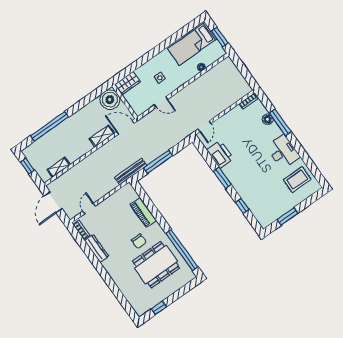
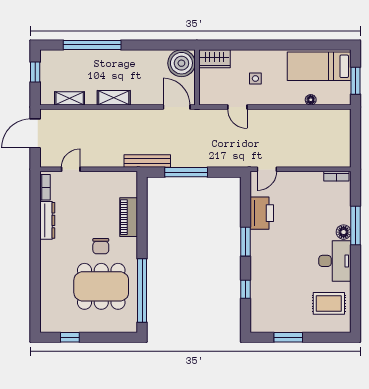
floor lamp: (268, 119) -> (344, 232), moved
shelving: (102, 136) -> (114, 98), moved

